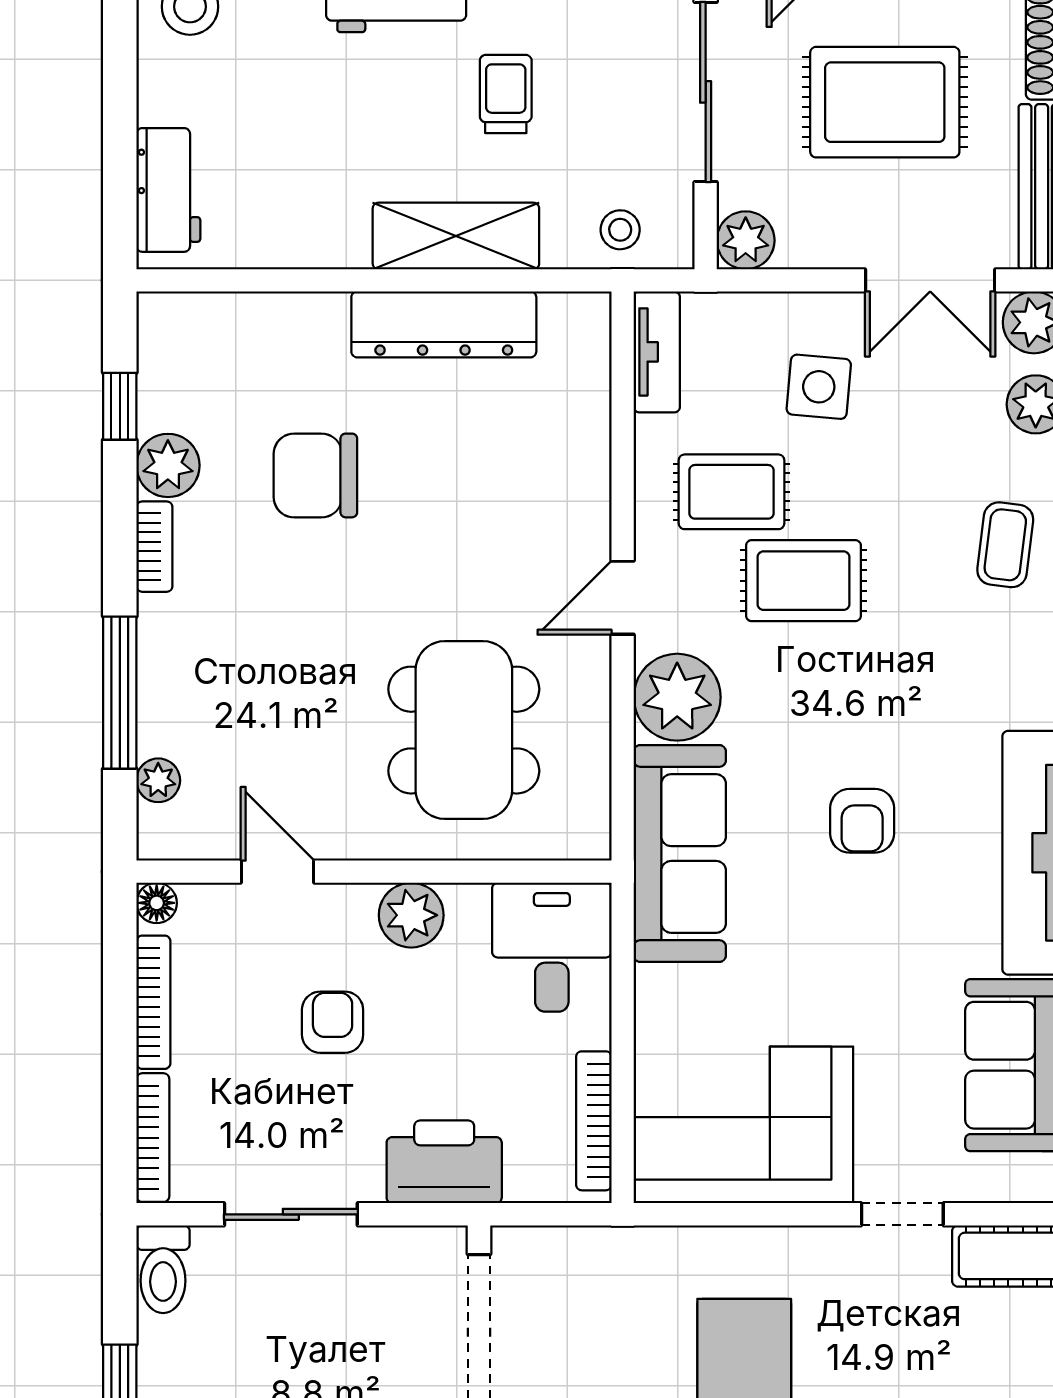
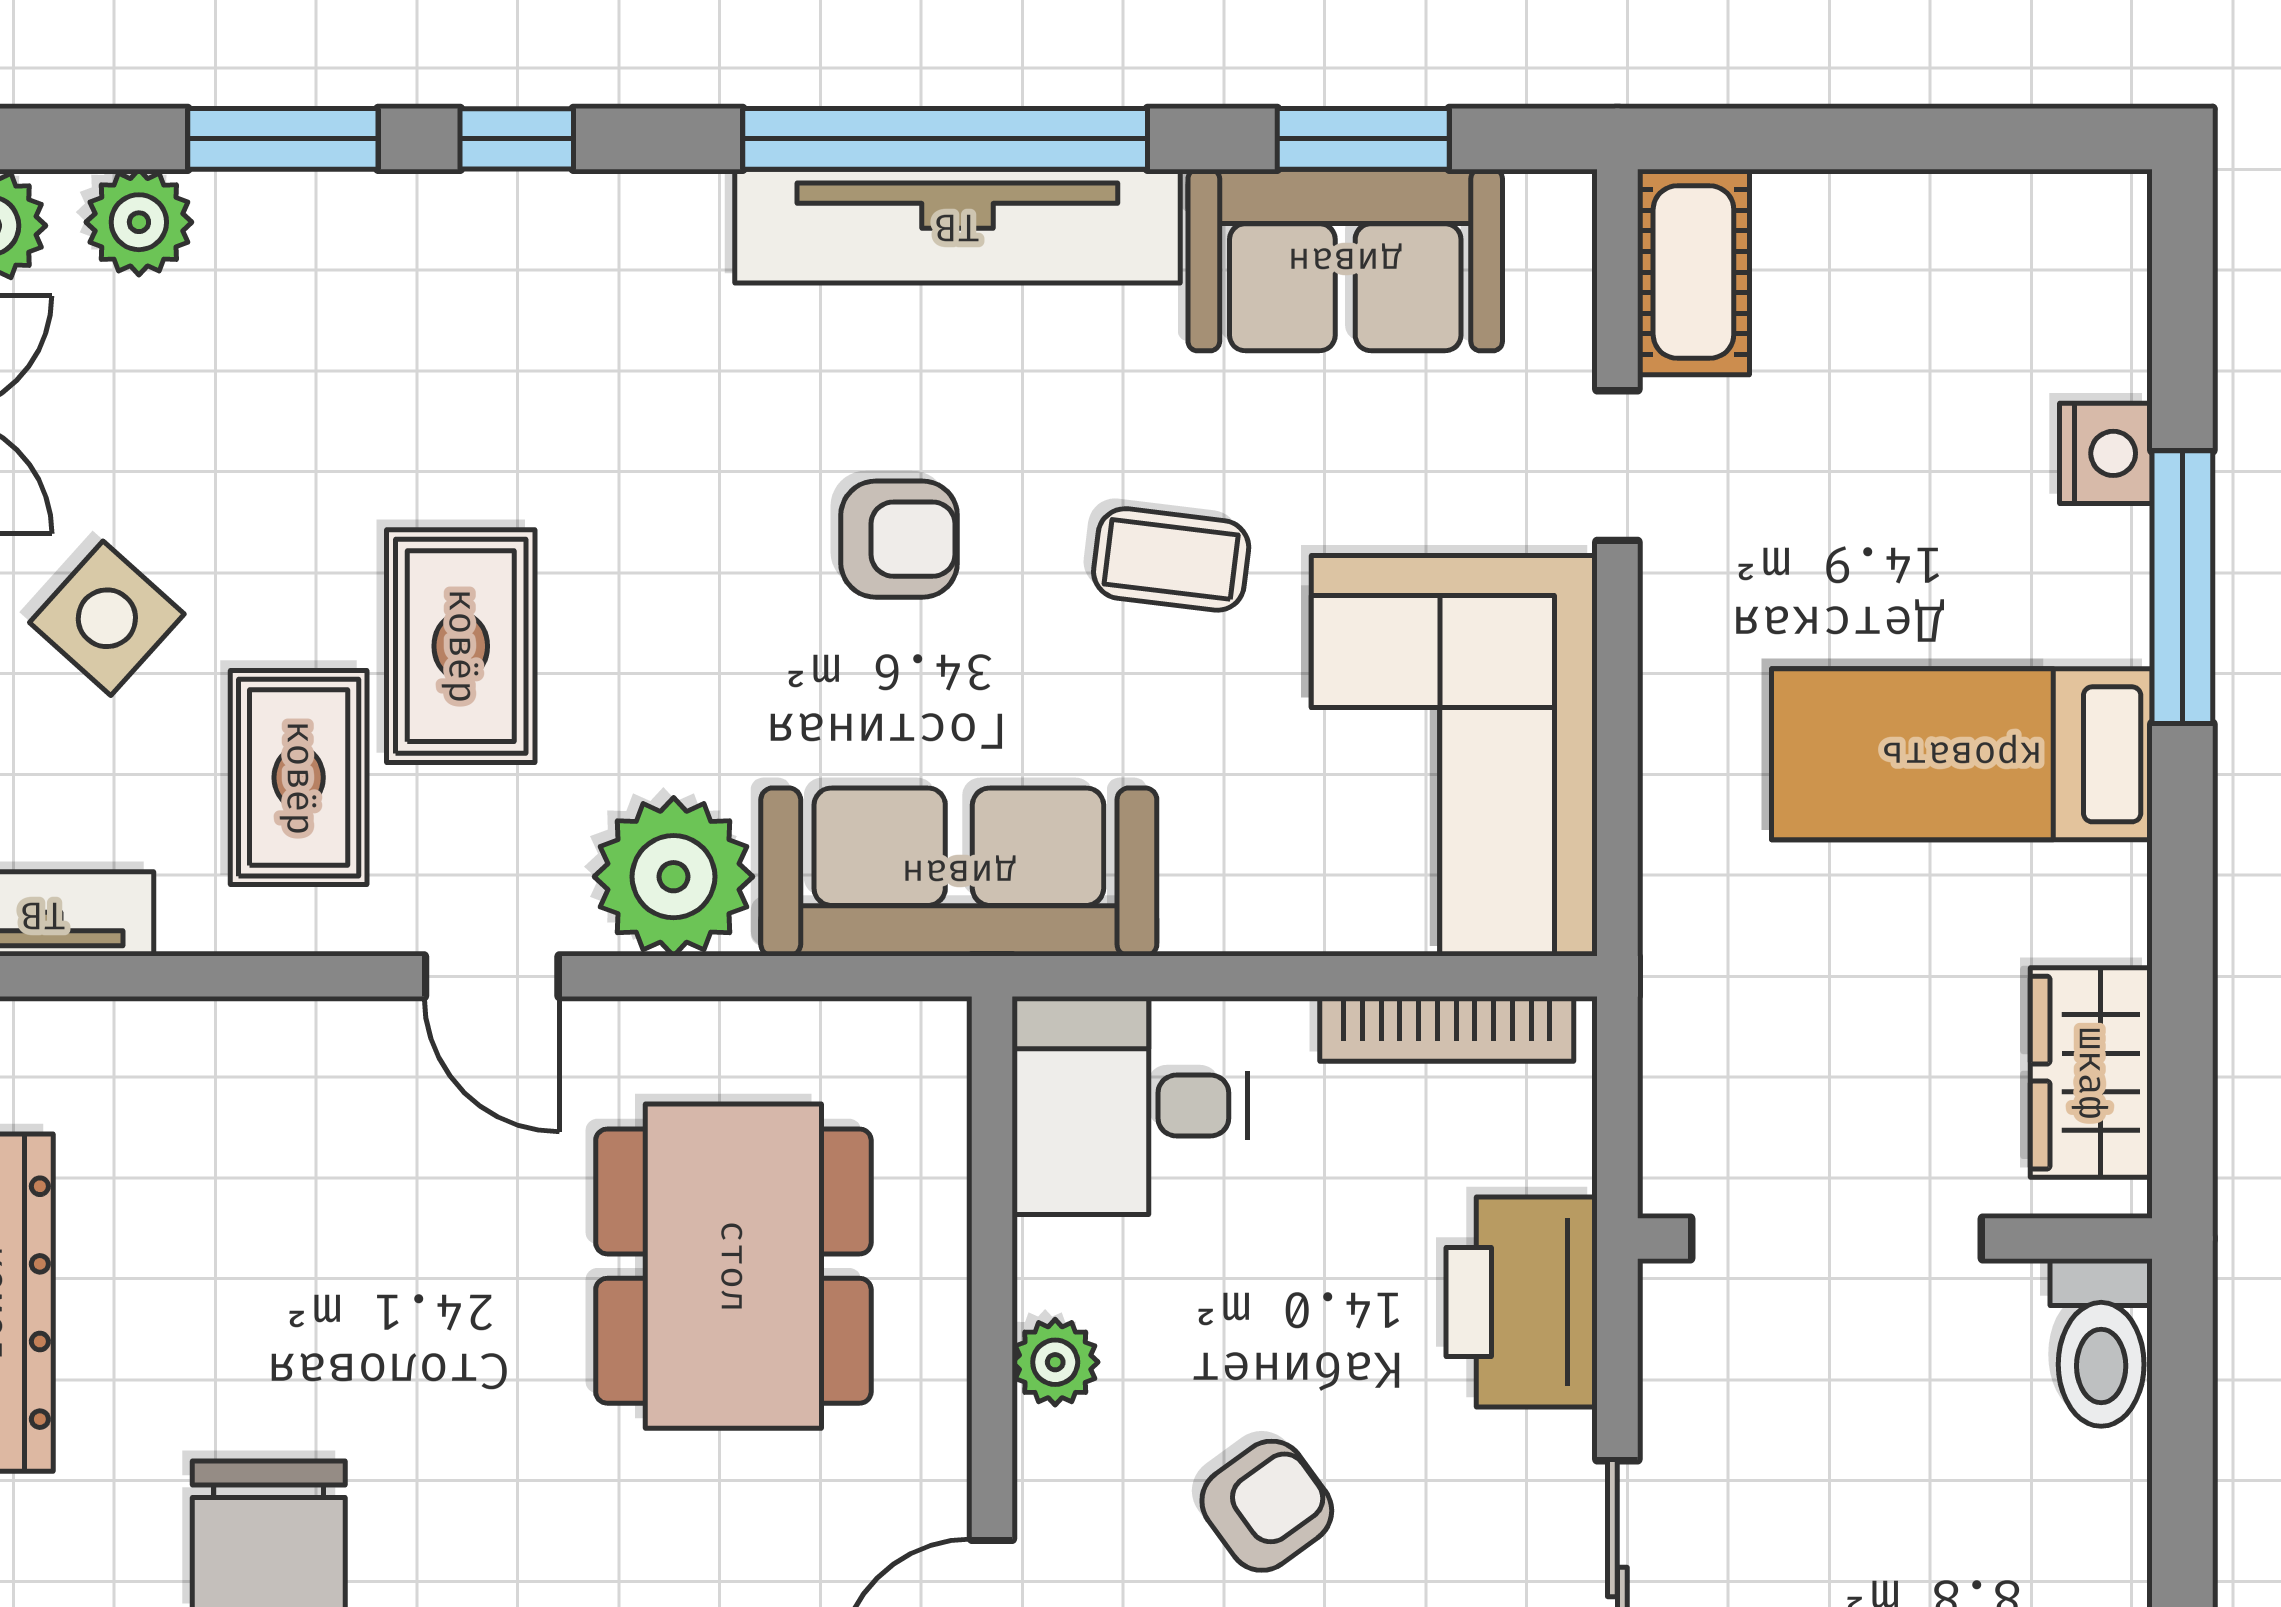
side table: (819, 387) -> (107, 618), turned 37
coffee table: (1005, 545) -> (1171, 559), moved
dining table: (464, 730) -> (733, 1266), turned 90
plant: (411, 915) -> (1055, 1362), width x0.73, depth x0.73
armchair: (333, 1022) -> (1267, 1506), turned 144

